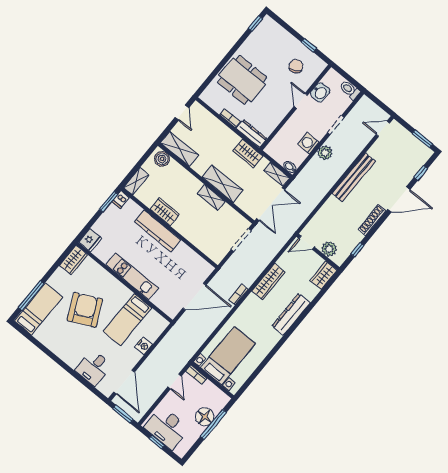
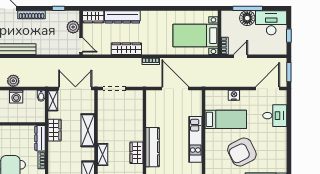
shelving: (211, 198) -> (103, 155), moved
dresser: (291, 314) -> (122, 17), moved
desk: (167, 428) -> (271, 23), moved, turned -90

